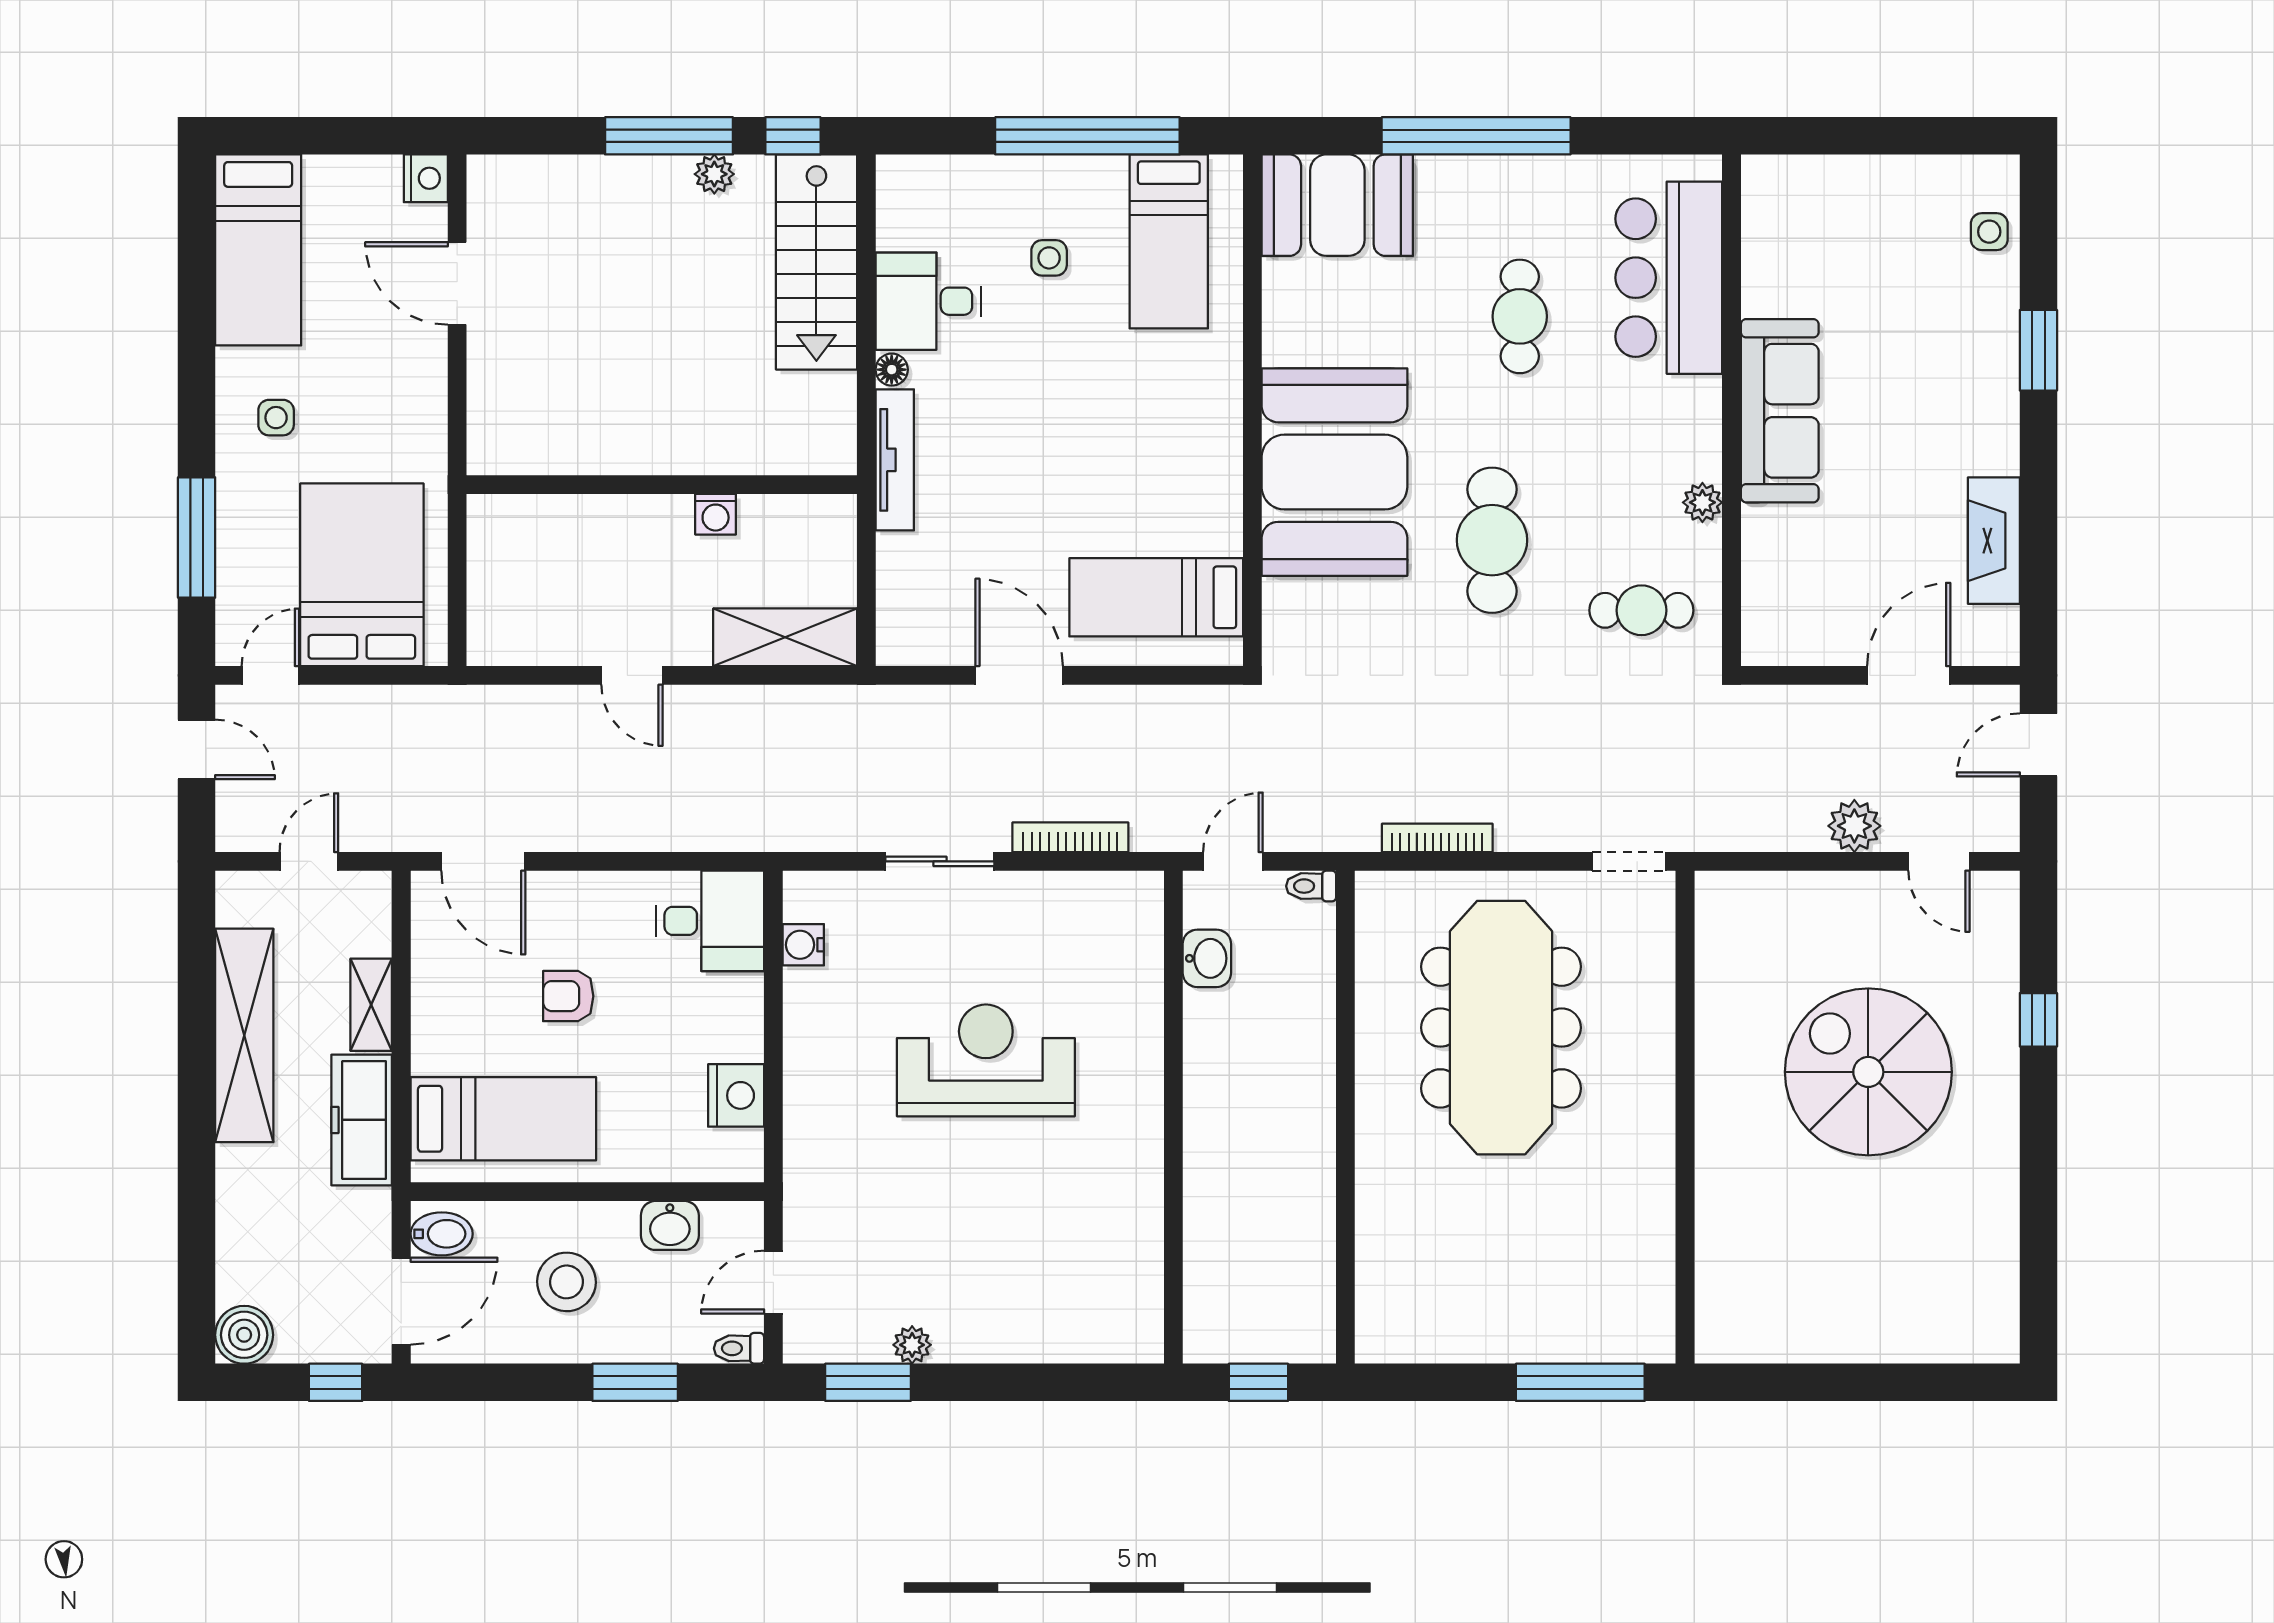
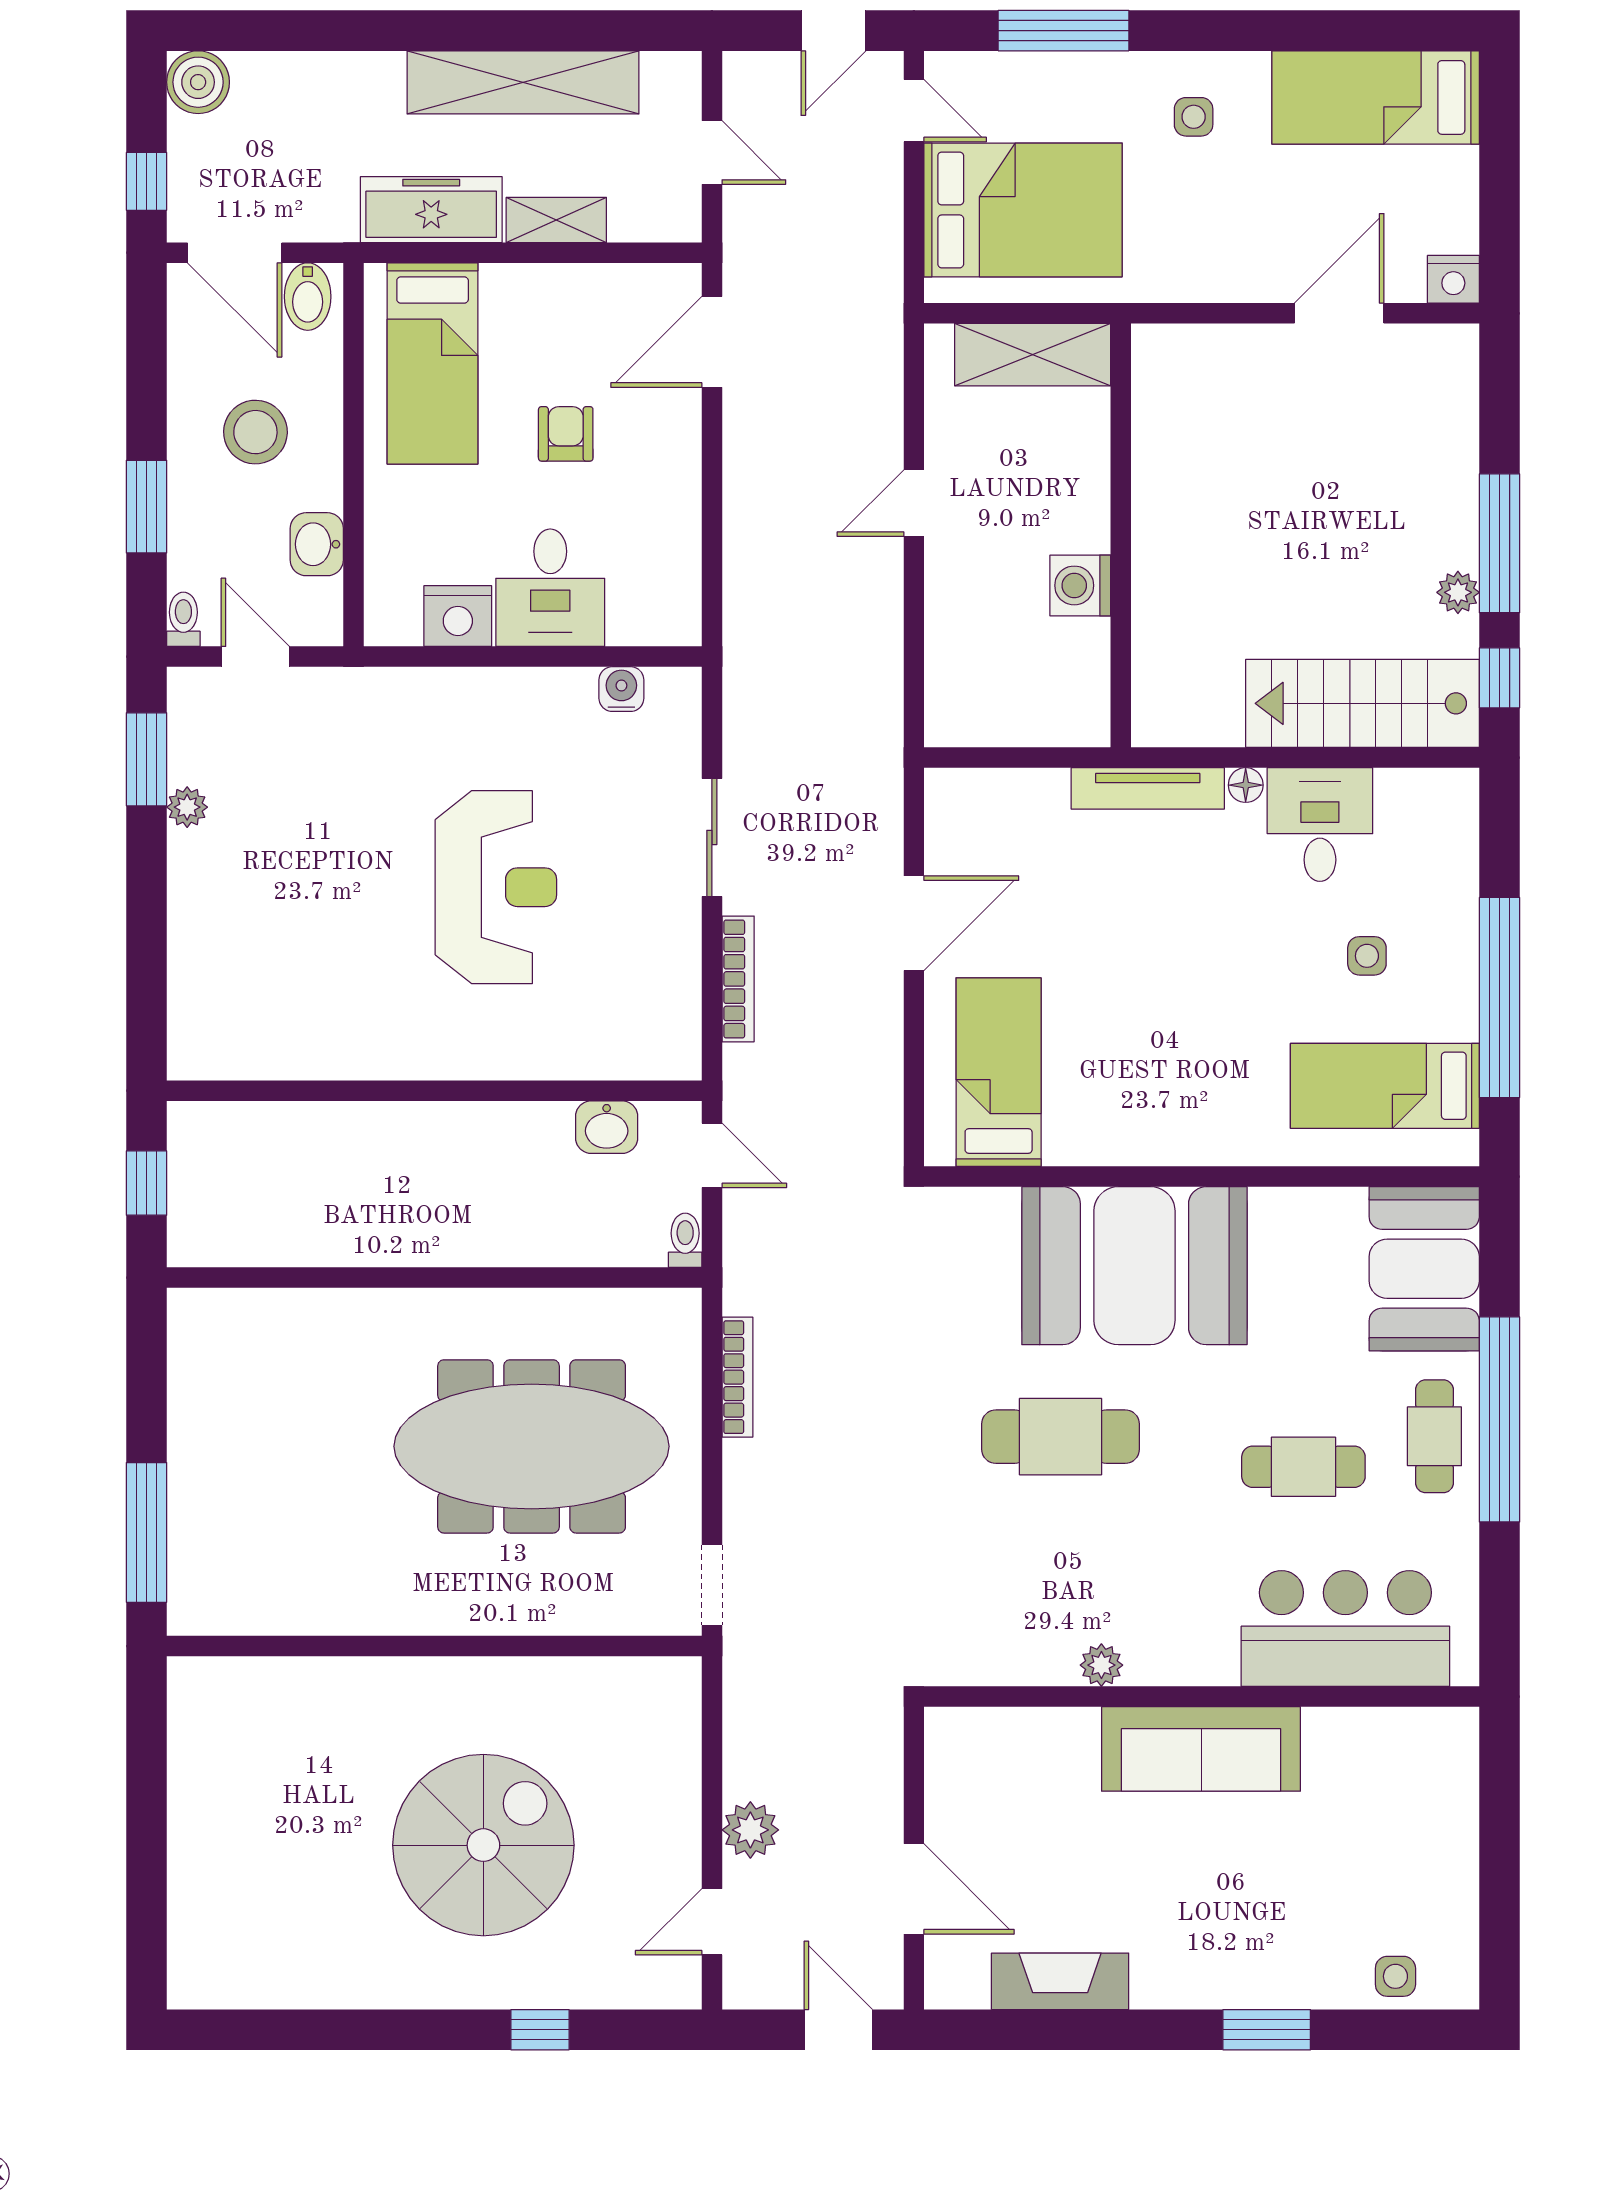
washing machine: (716, 514) -> (1080, 585), width x1.38, depth x1.38
cafe table: (1641, 610) -> (1434, 1436), moved
shelving: (785, 637) -> (1033, 355), moved, turned 90
desk: (710, 921) -> (550, 588), moved

